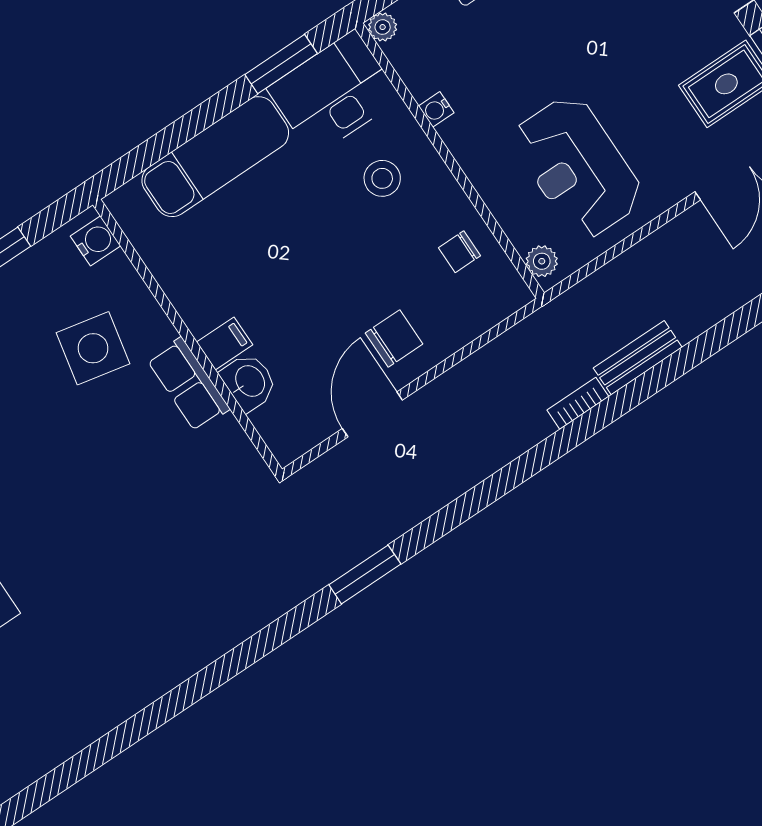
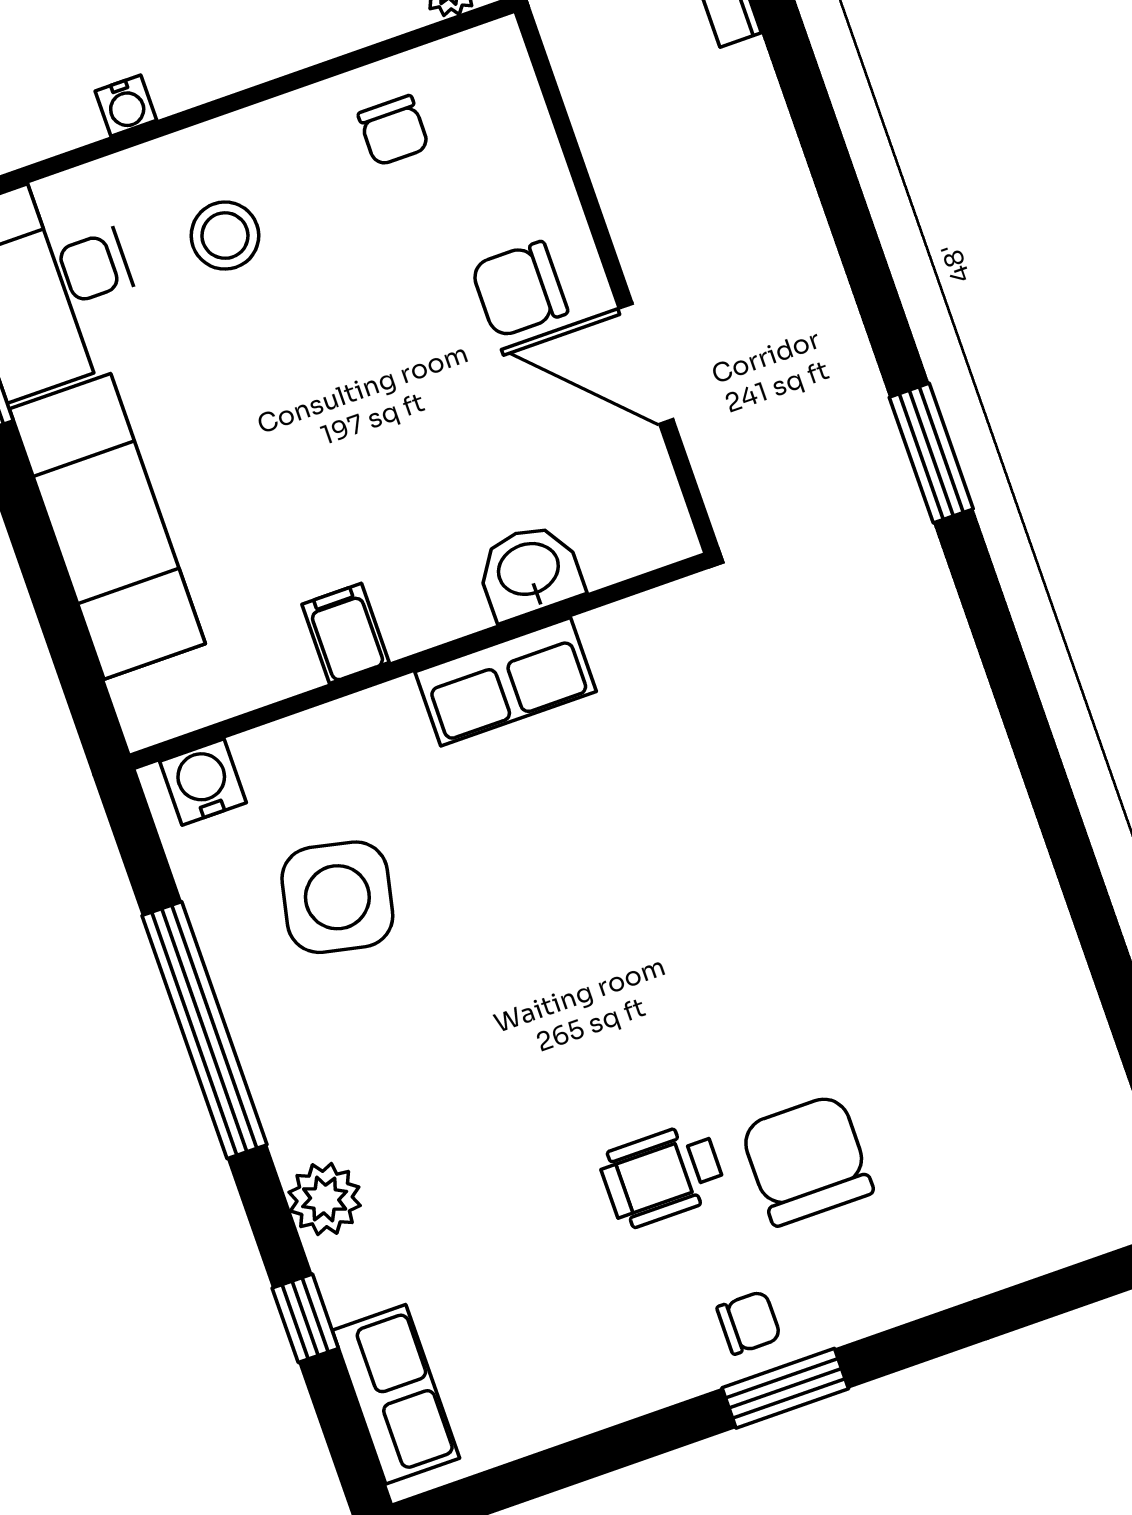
chair: (394, 338) -> (519, 289), turned -90
filing cabinet: (225, 343) -> (346, 633), moved
side table: (93, 348) -> (337, 897), moved

